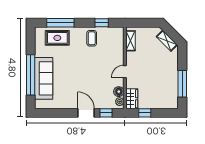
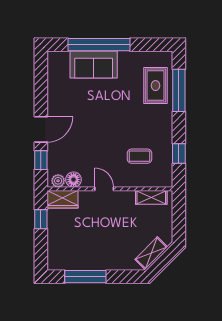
coffee table: (92, 38) -> (140, 156), moved
sofa: (44, 78) -> (94, 65), width x0.73

